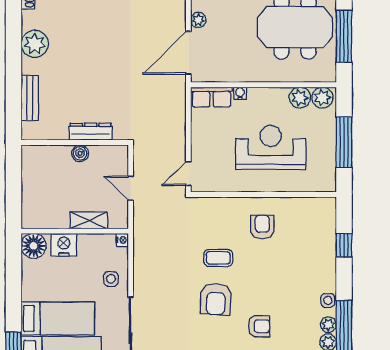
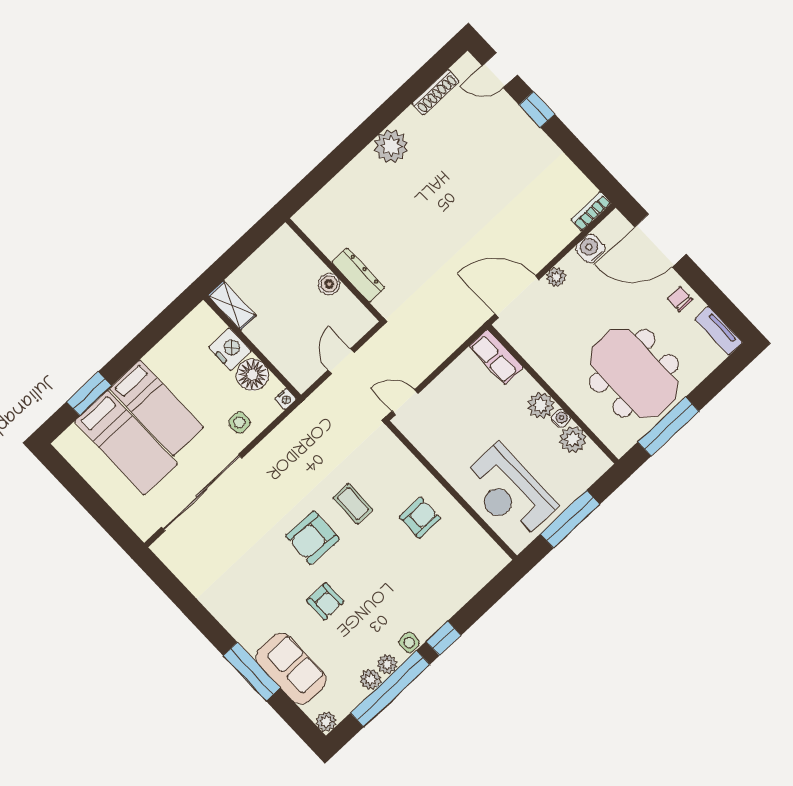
water cooler: (240, 93) -> (561, 418), moved
bench: (30, 98) -> (337, 189), removed
plant: (323, 98) -> (541, 405), moved
reception desk: (271, 148) -> (509, 492), moved, turned 180
shelving: (89, 220) -> (232, 306), moved
window: (344, 245) -> (444, 638), moved
floor lamp: (34, 246) -> (252, 375), moved

